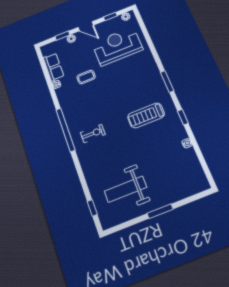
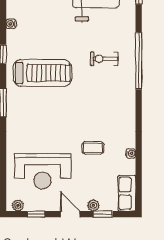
row of seats: (54, 67) -> (127, 193), moved
treadmill: (146, 115) -> (42, 73), width x1.37, depth x1.38
window: (65, 130) -> (139, 61), moved
exercise bike: (93, 134) -> (104, 59), moved

